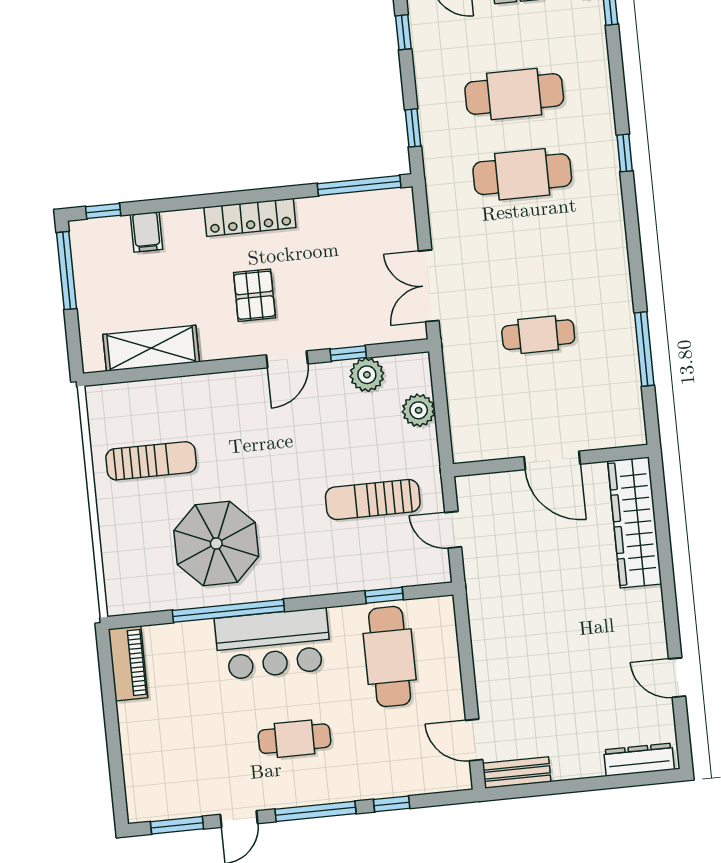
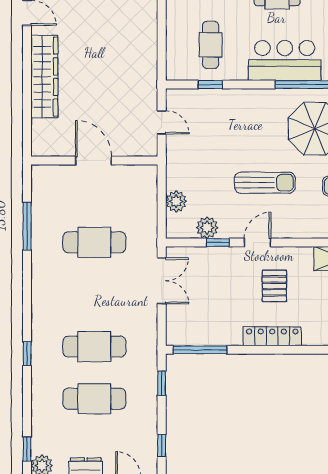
cafe table: (538, 335) -> (94, 242), width x1.37, depth x1.35
sun lounger: (373, 499) -> (265, 183), moved
wardrobe: (635, 522) -> (44, 77), moved
cafe table: (390, 657) -> (211, 45), width x0.73, depth x0.74

